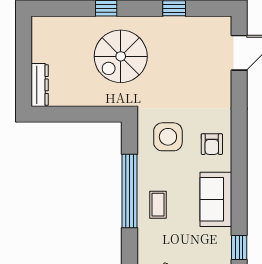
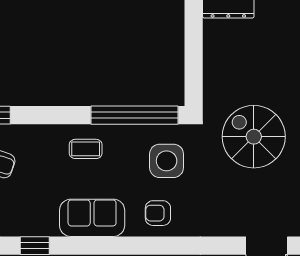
spiral stairs: (121, 56) -> (254, 137), moved
window: (129, 191) -> (135, 115), moved

